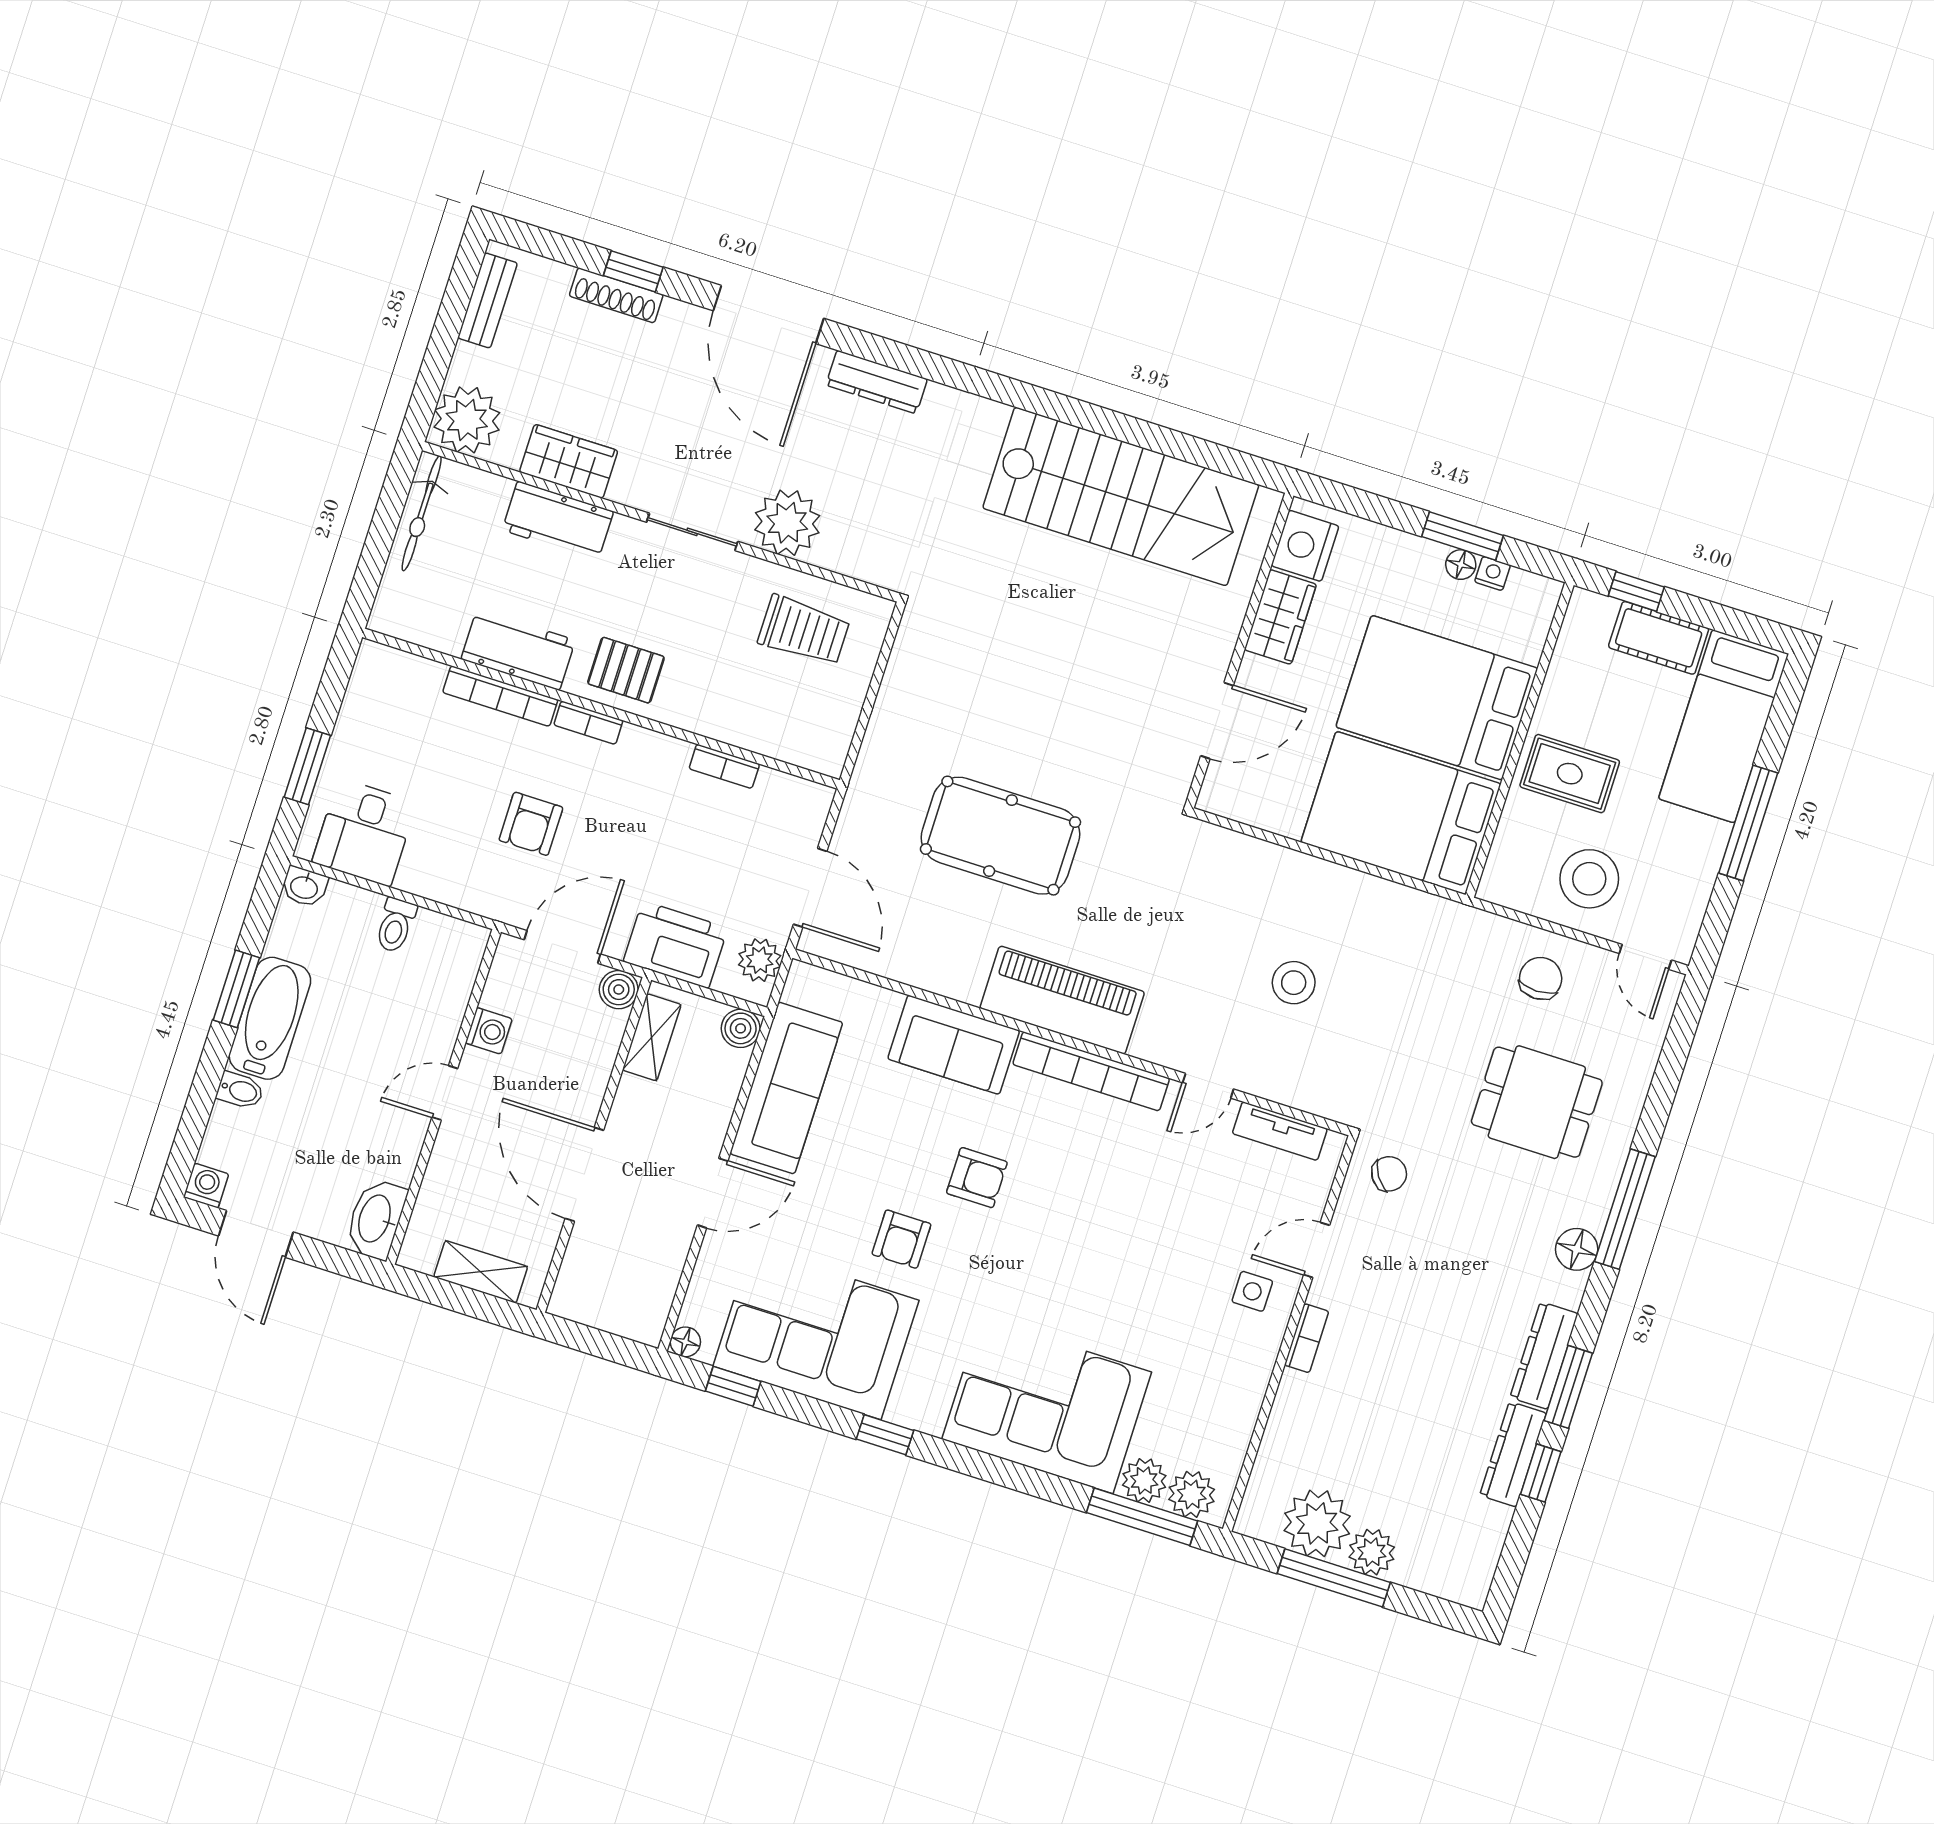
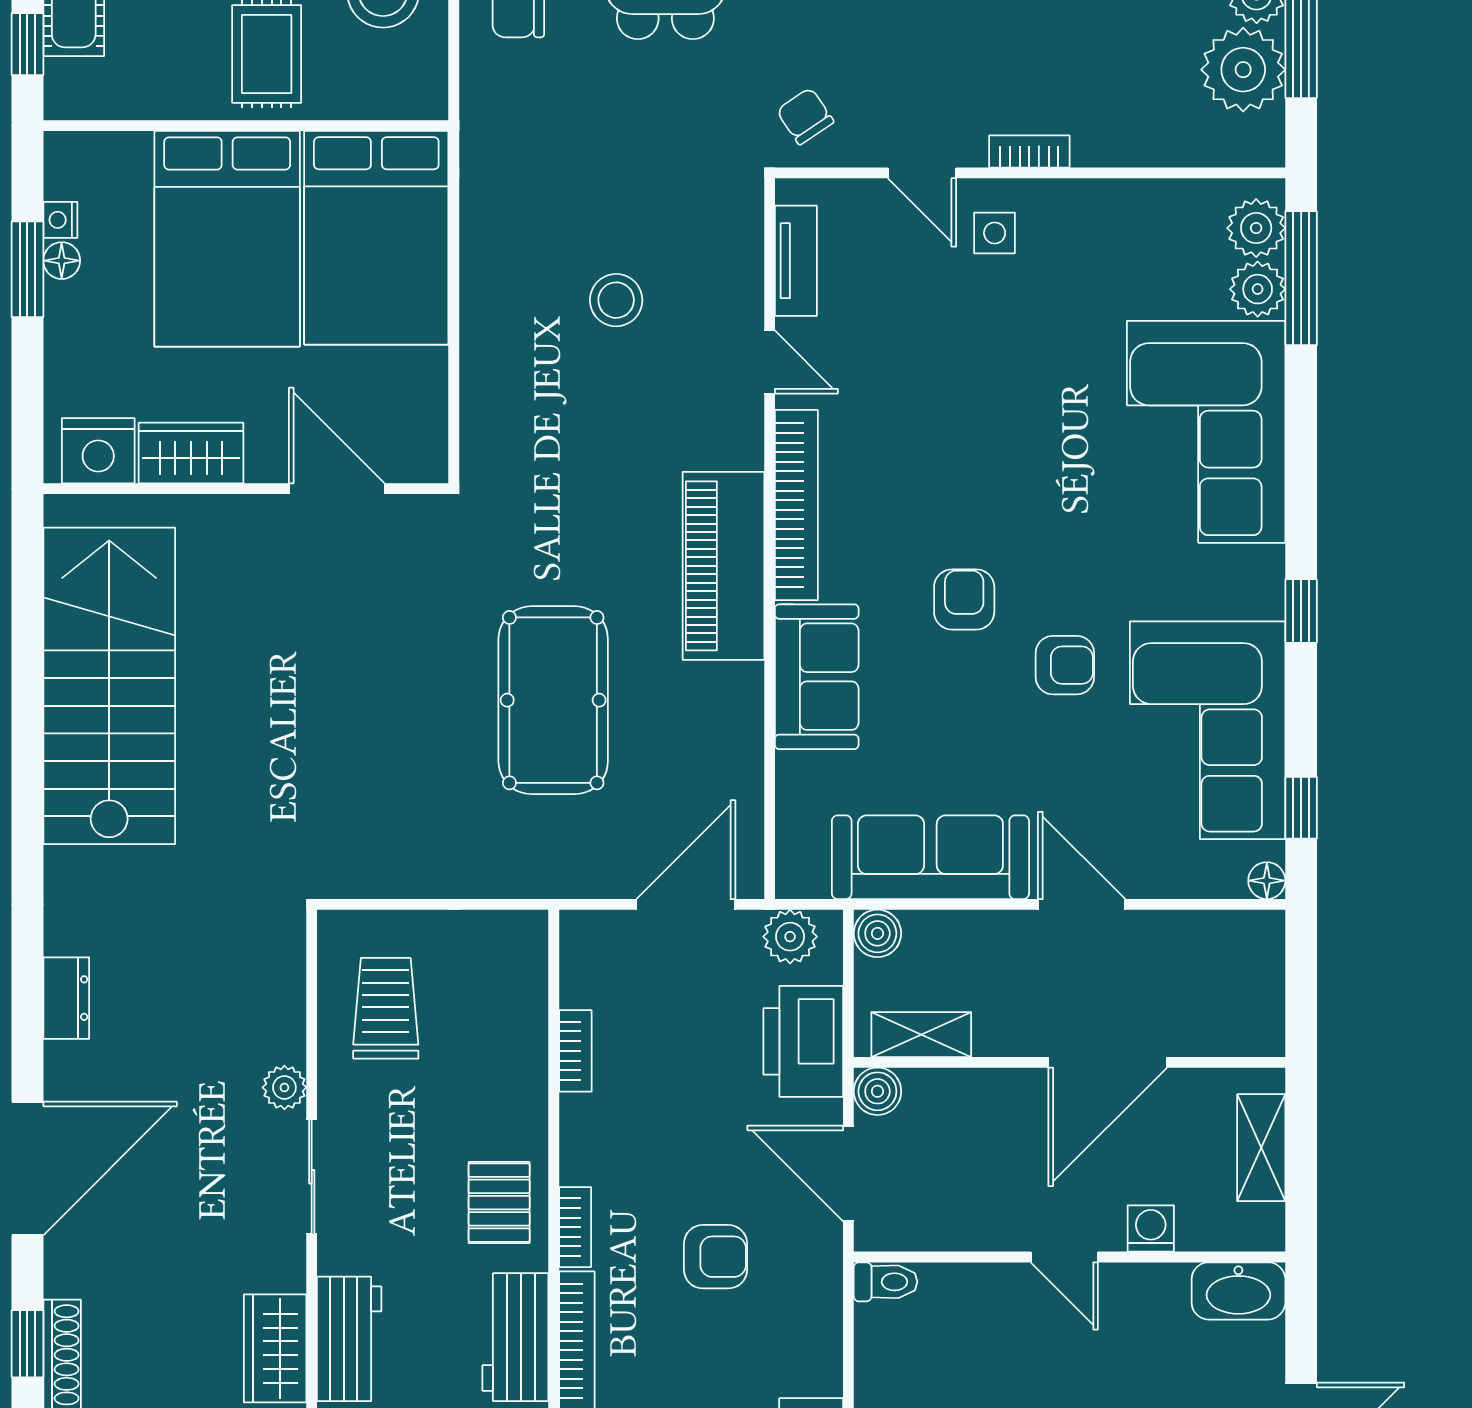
dresser: (877, 382) -> (66, 998), width x0.70
plant: (787, 523) -> (284, 1087), width x0.53, depth x0.53
toilet: (396, 925) -> (886, 1282), moved
washing machine: (489, 1031) -> (1151, 1229), moved

